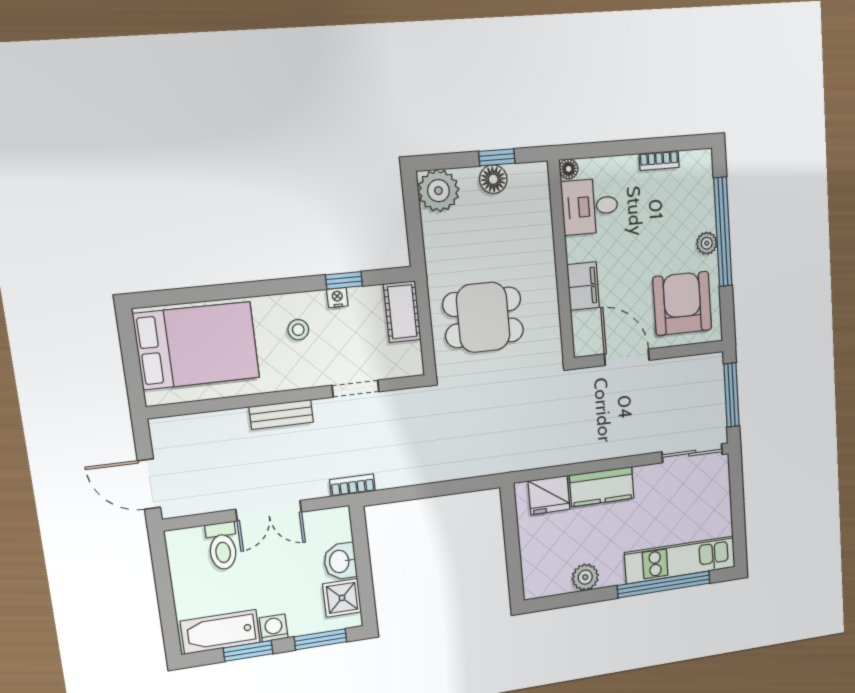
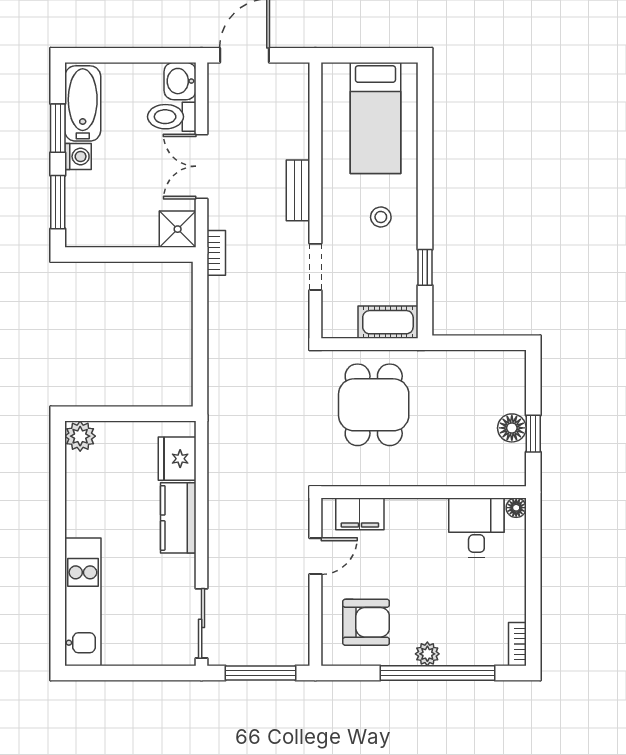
bookcase: (659, 160) -> (517, 644), moved
plant: (438, 191) -> (505, 371), removed
filing cabinet: (583, 286) -> (360, 514), moved
nightstand: (337, 298) -> (409, 259), removed
armchair: (682, 303) -> (366, 622), width x0.73, depth x0.73
bed: (197, 346) -> (375, 118), width x0.67
door: (627, 357) -> (315, 556), width x0.73
washbasin: (340, 561) -> (180, 81), moved, turned -90
plant: (585, 577) -> (80, 436), moved
window: (664, 584) -> (58, 581), removed
shower: (342, 598) -> (178, 229), moved

